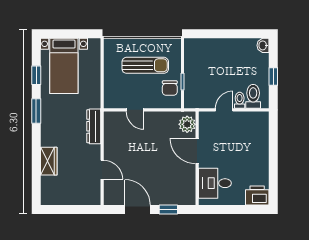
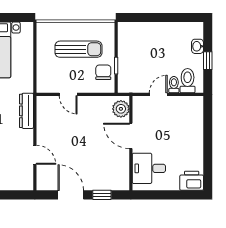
washbasin: (263, 45) -> (197, 46), moved
chair: (170, 88) -> (103, 72), turned 180

